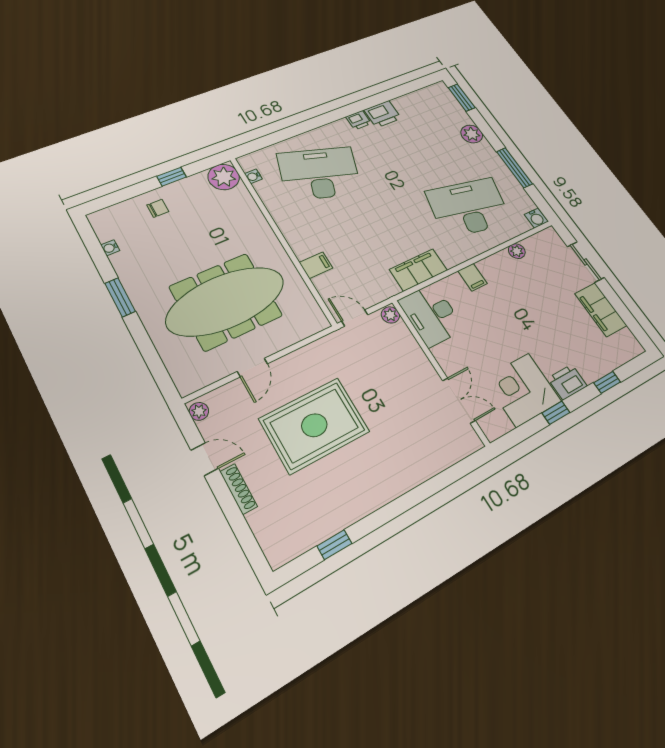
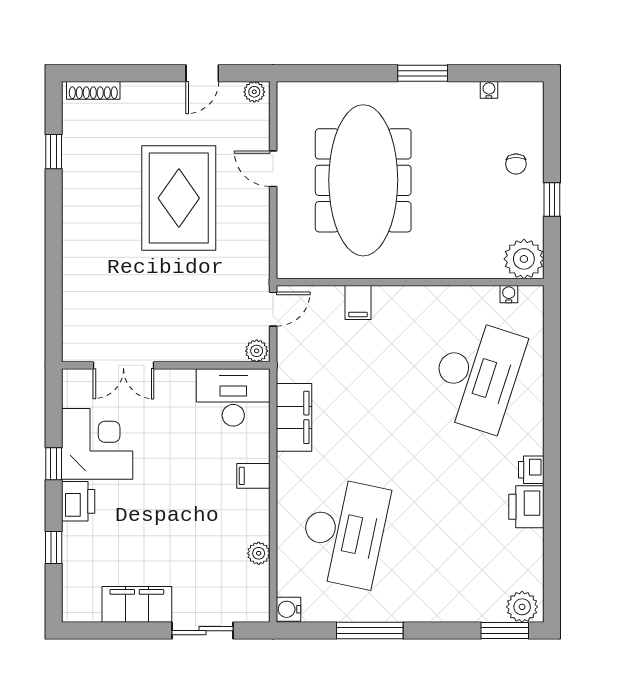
plant: (472, 134) -> (522, 607), moved
shoe rack: (239, 489) -> (93, 90), moved

